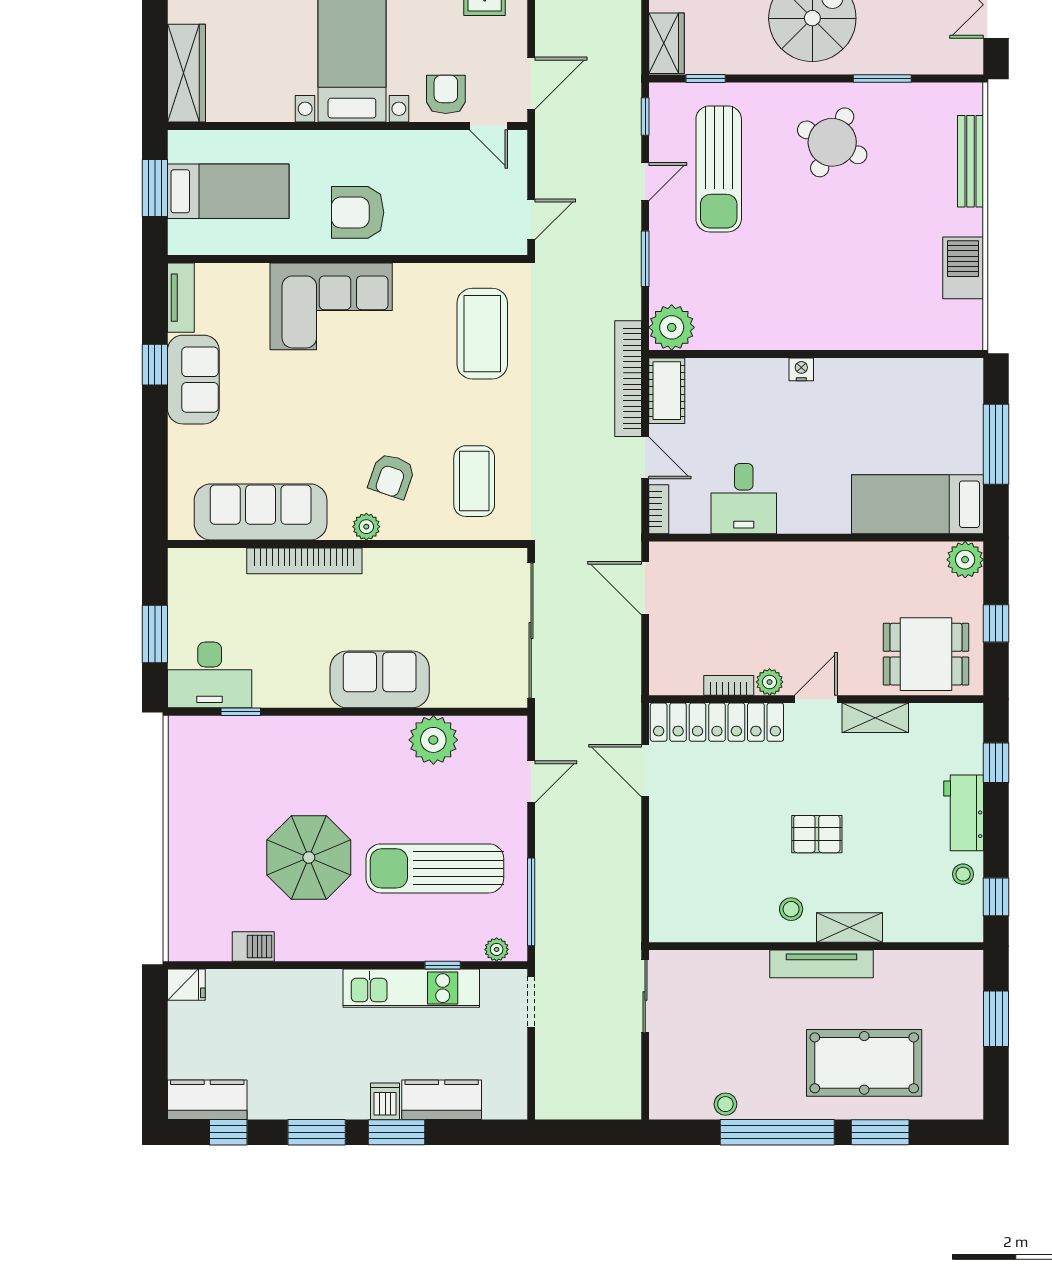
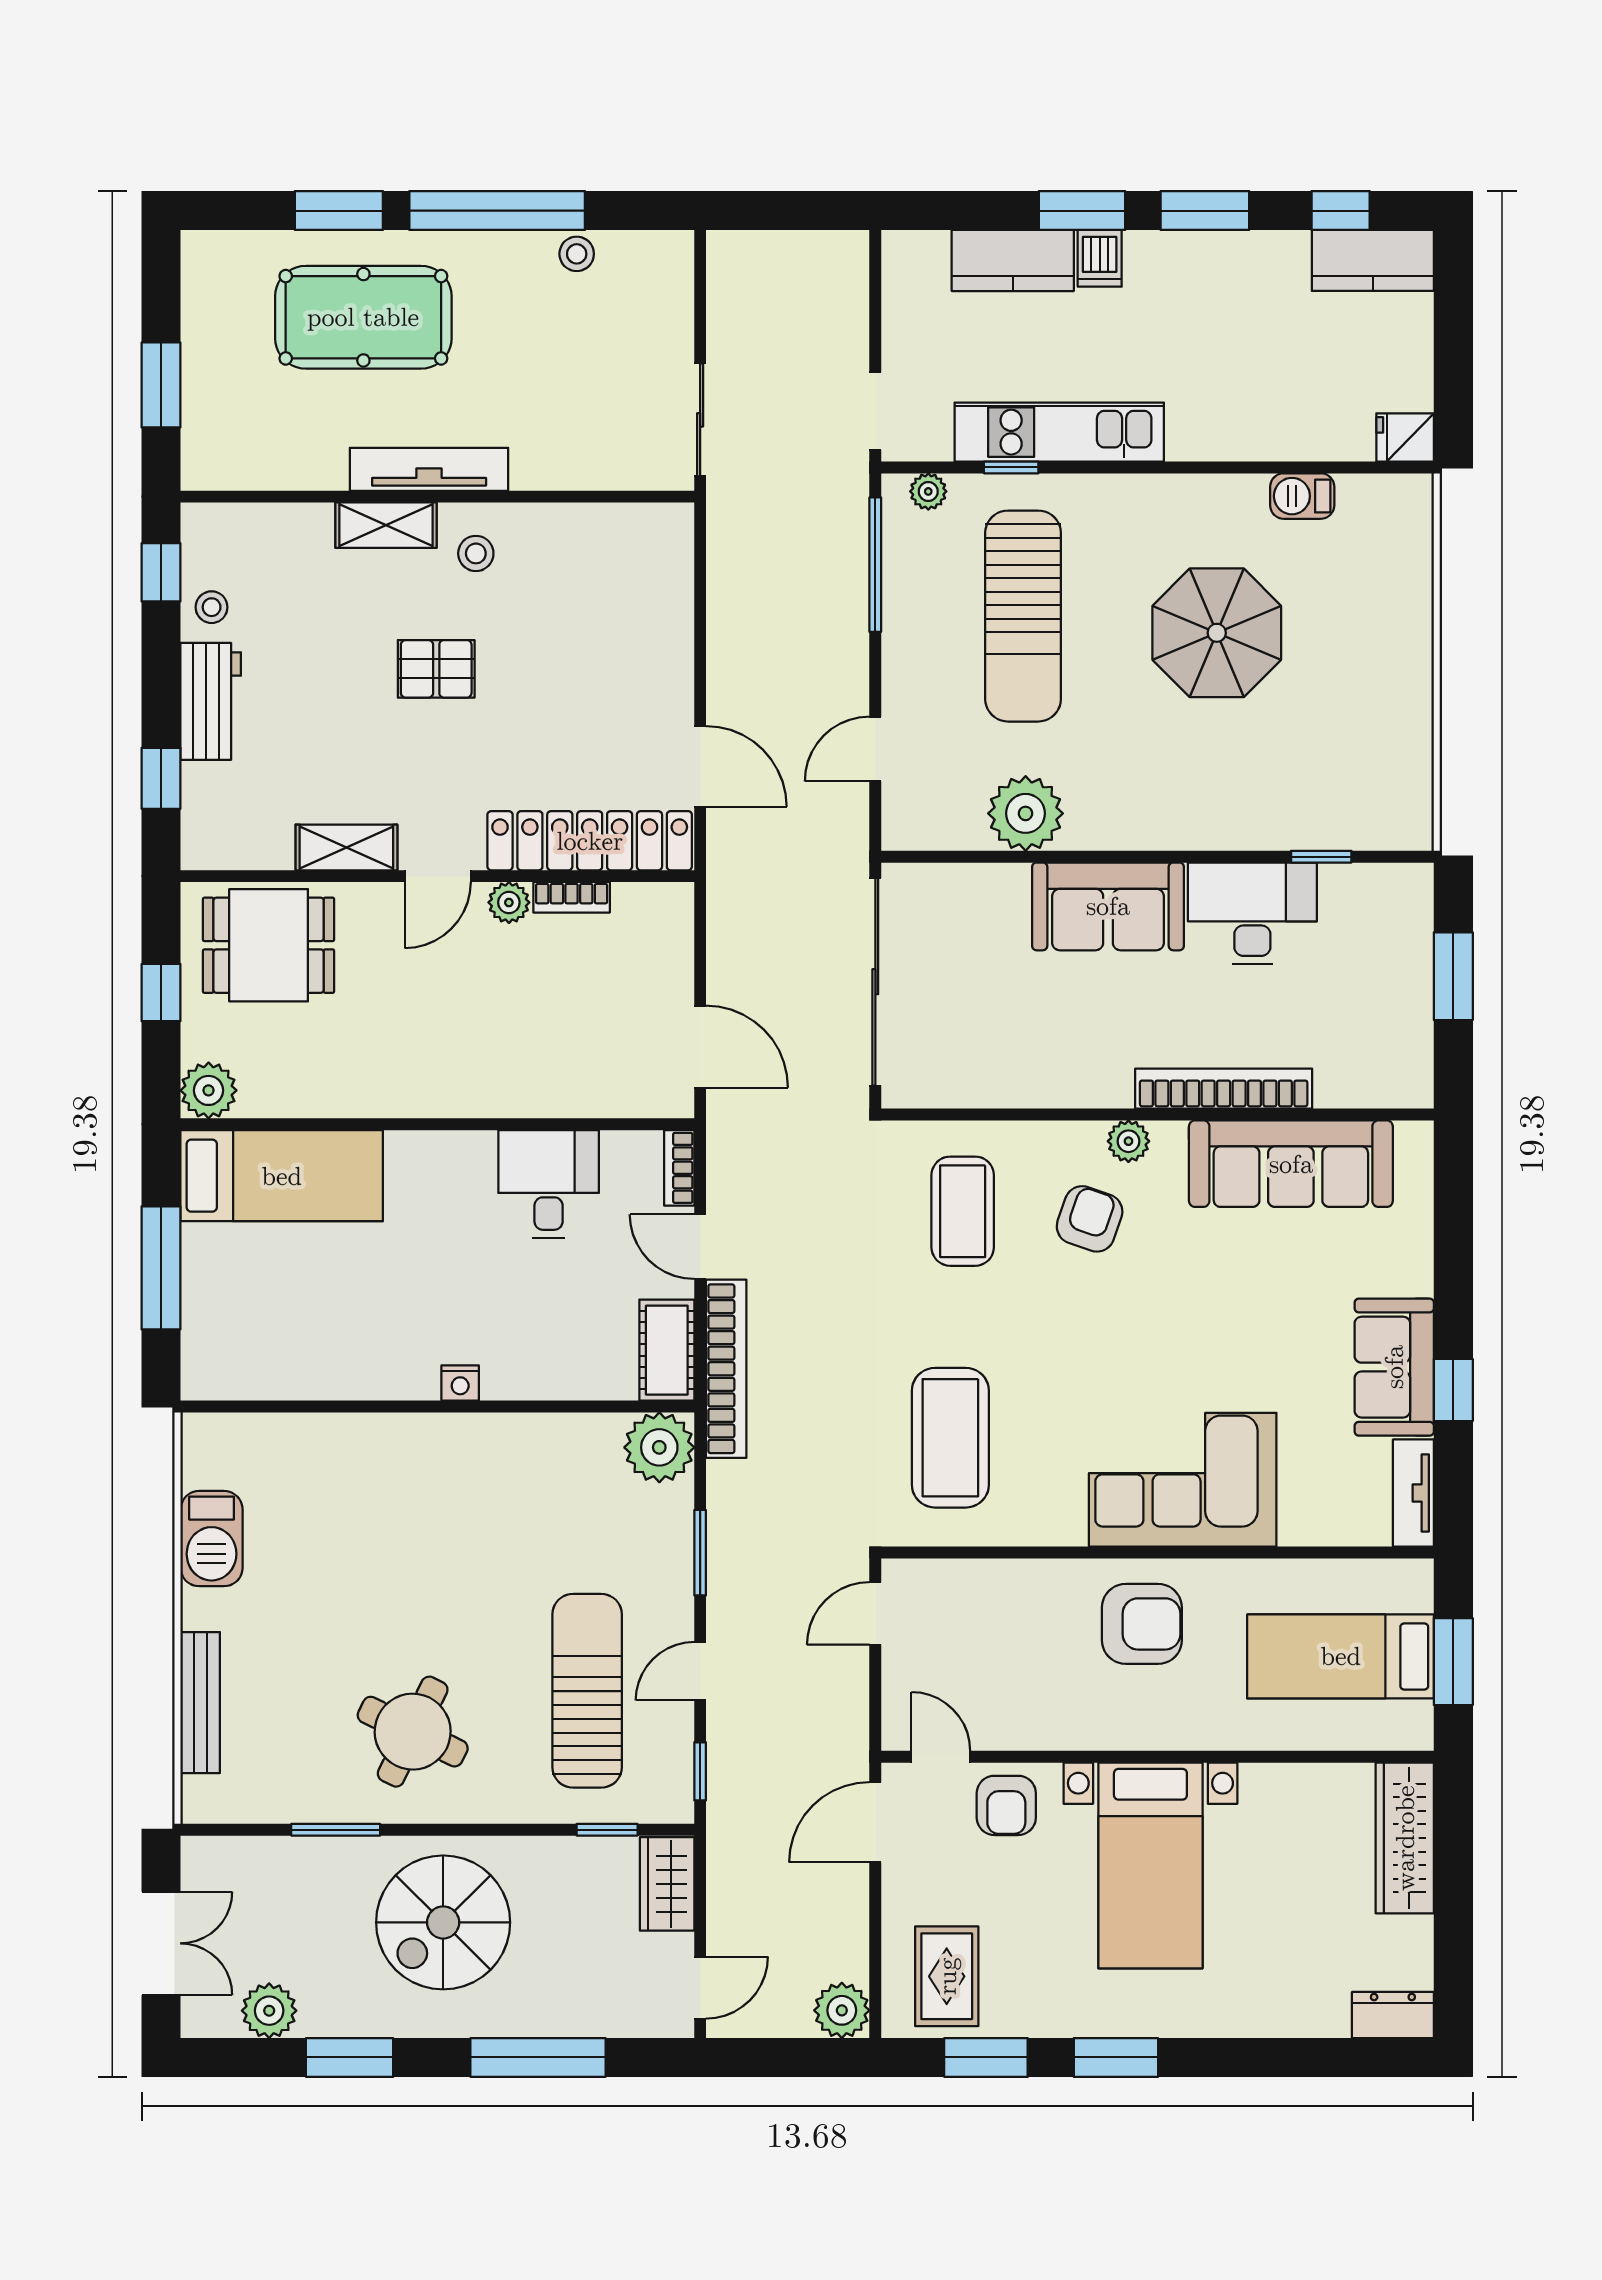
desk: (210, 675) -> (1252, 913), moved
sun lounger: (435, 868) -> (1023, 616), turned 90

